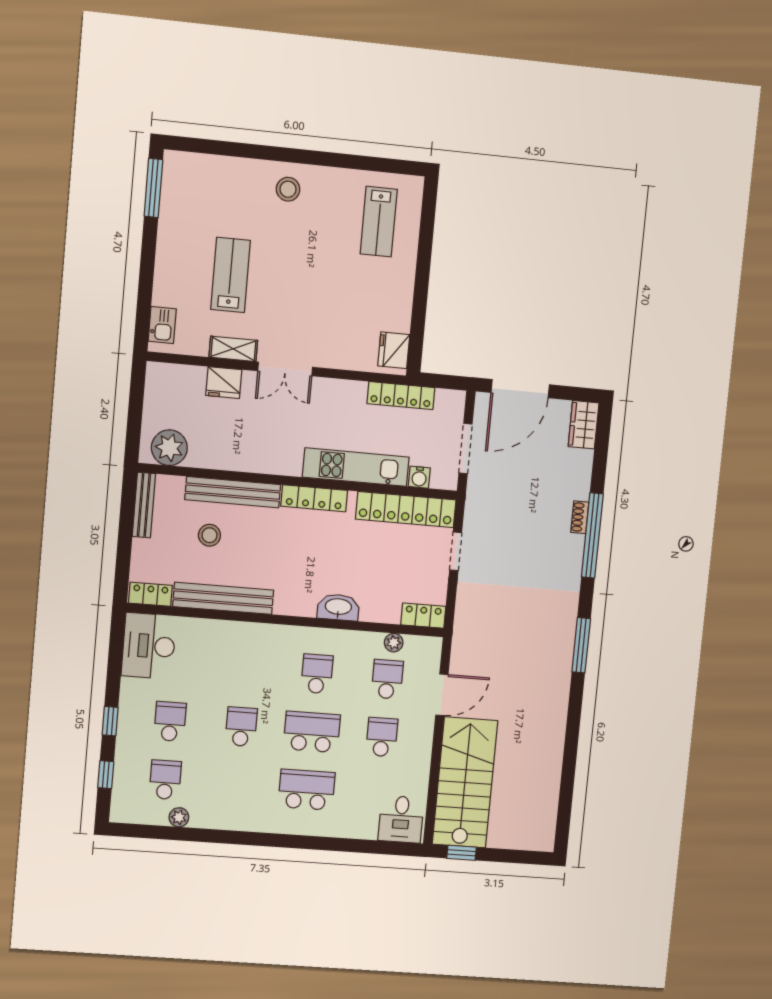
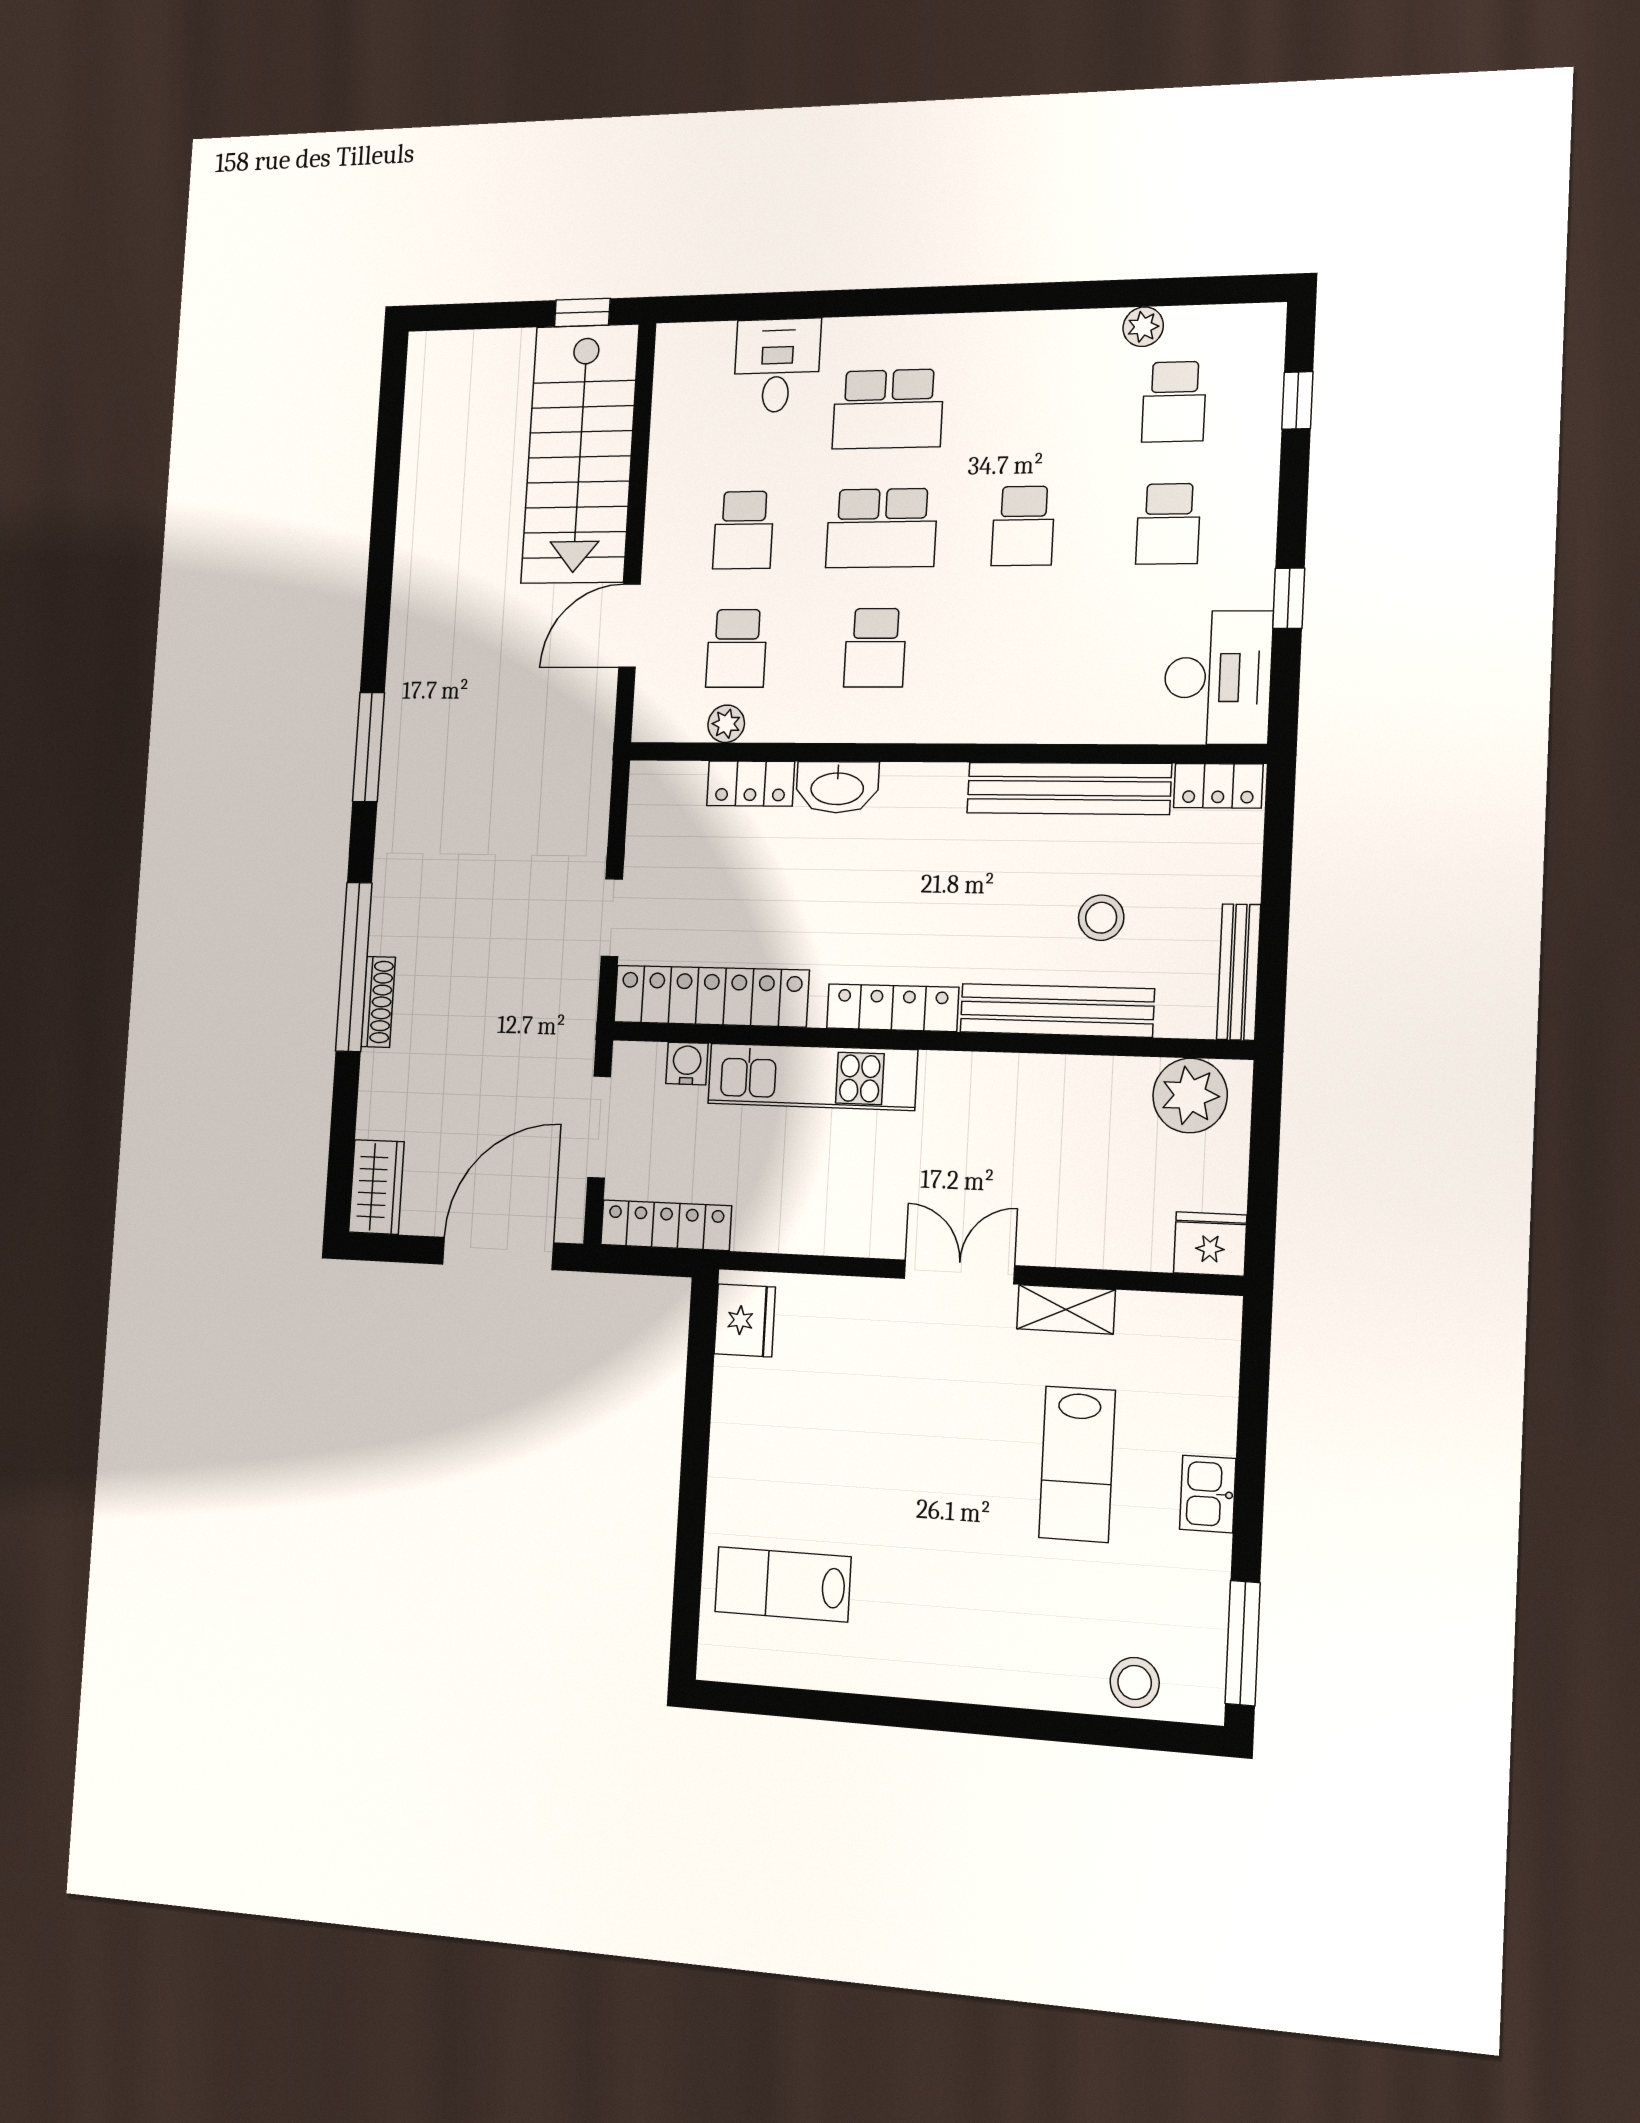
stool: (288, 189) -> (1135, 1682), moved
lab bench: (379, 222) -> (783, 1584), turned -90
kitchen sink: (162, 325) -> (1208, 1494), moved
fridge: (224, 383) -> (1210, 1244), moved
locker: (401, 396) -> (666, 1225), moved
shoe rack: (580, 517) -> (378, 1002), width x1.43
locker: (423, 616) -> (751, 784), moved
window: (110, 721) -> (1289, 598), moved
desk: (401, 819) -> (777, 365), moved

